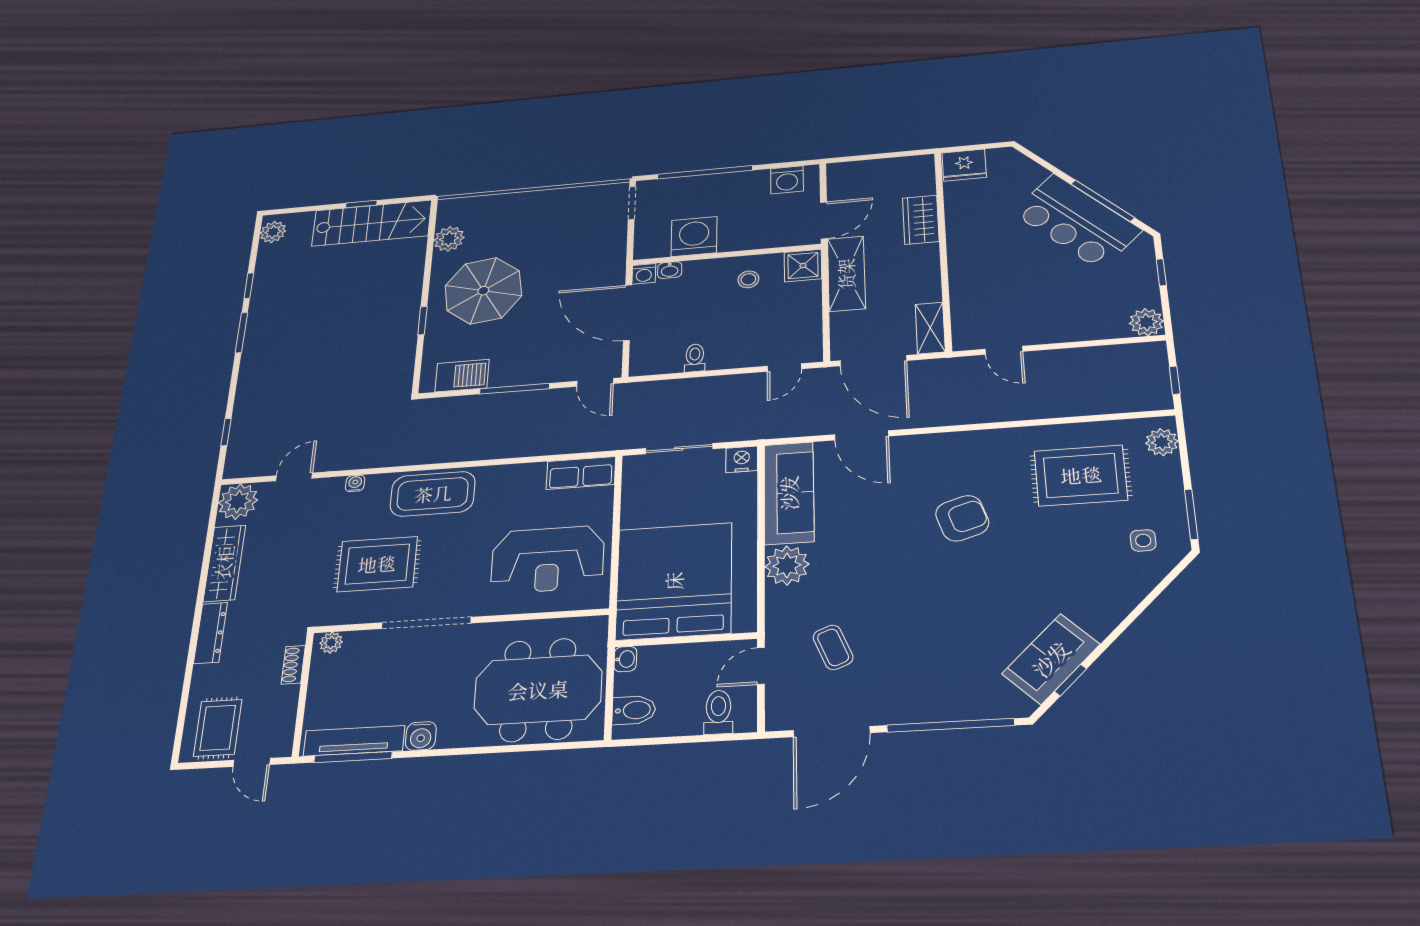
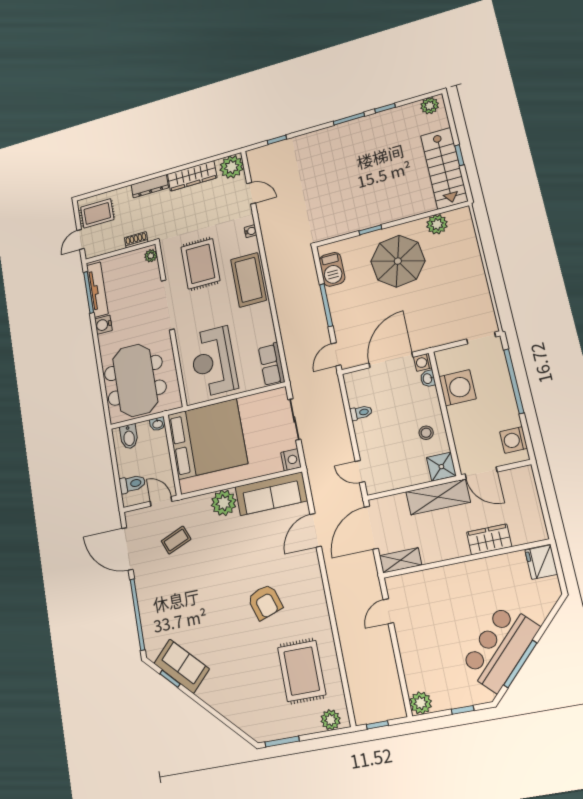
side table: (1143, 540) -> (261, 713), removed

